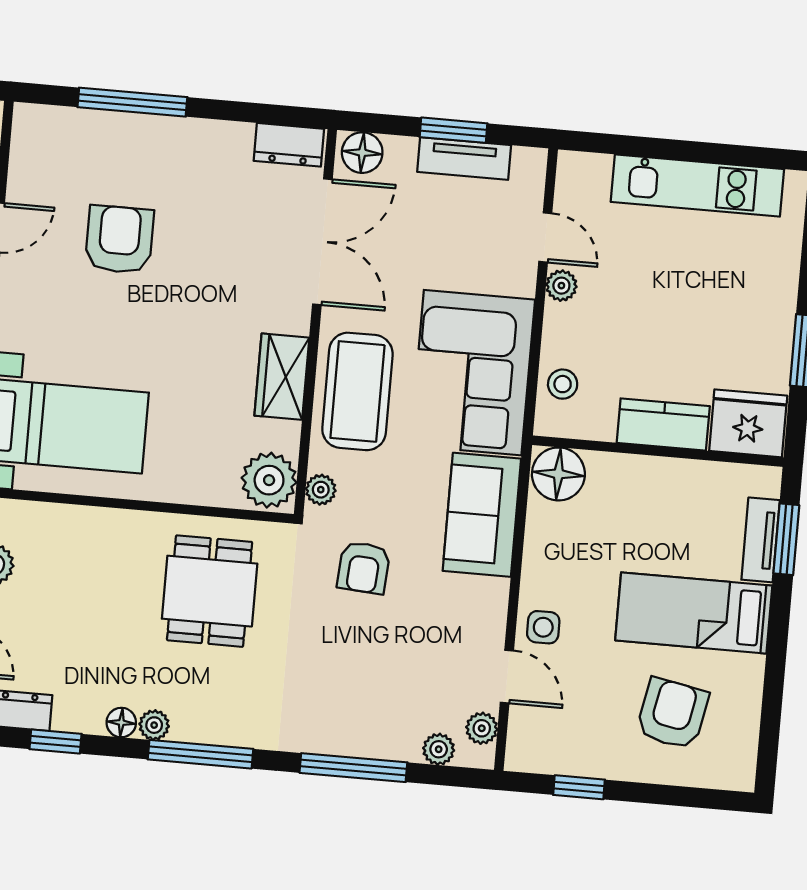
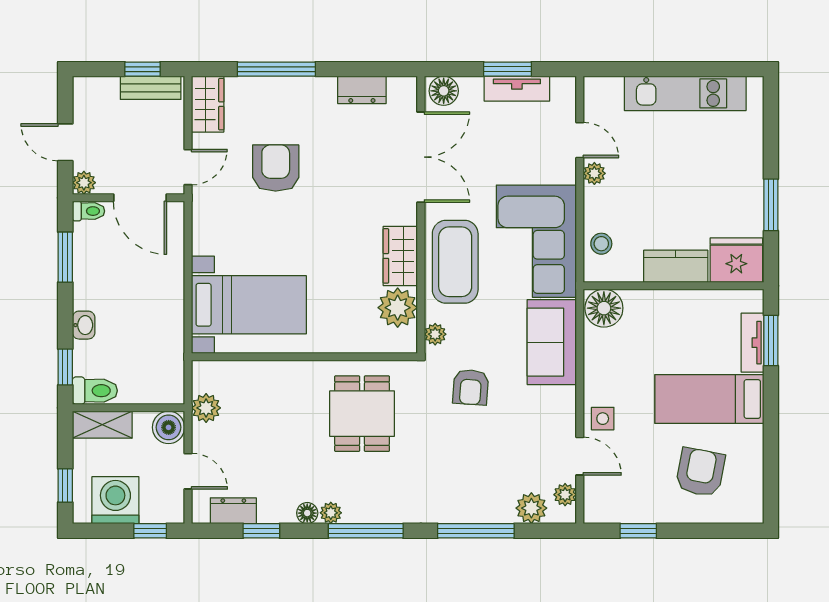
wardrobe: (33, 142) -> (208, 104), added
dresser: (289, 145) -> (362, 90), moved
plant: (269, 480) -> (398, 308), moved
plant: (439, 749) -> (531, 508), width x1.38, depth x1.38

